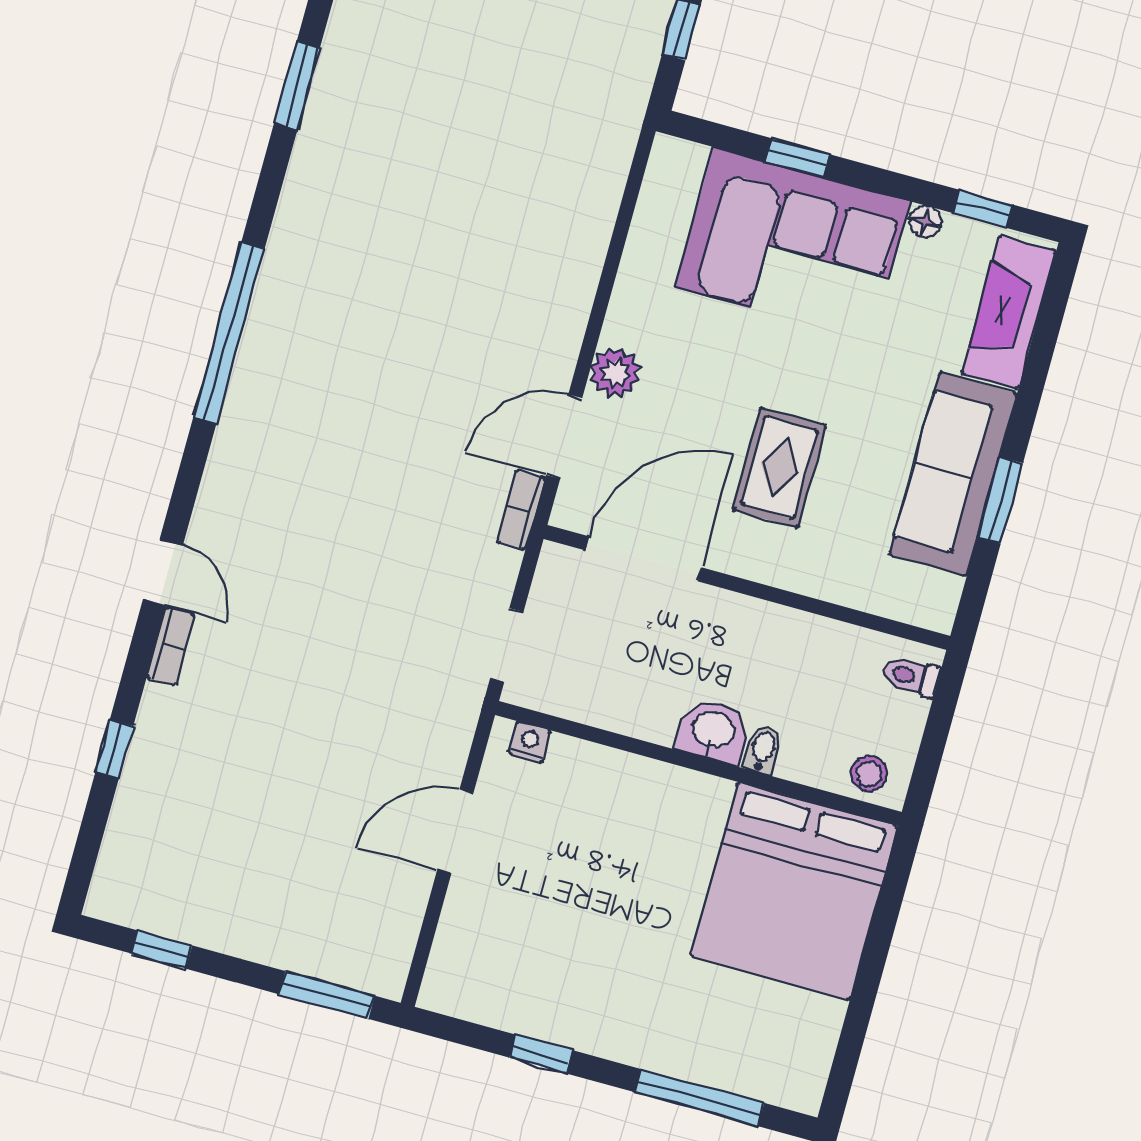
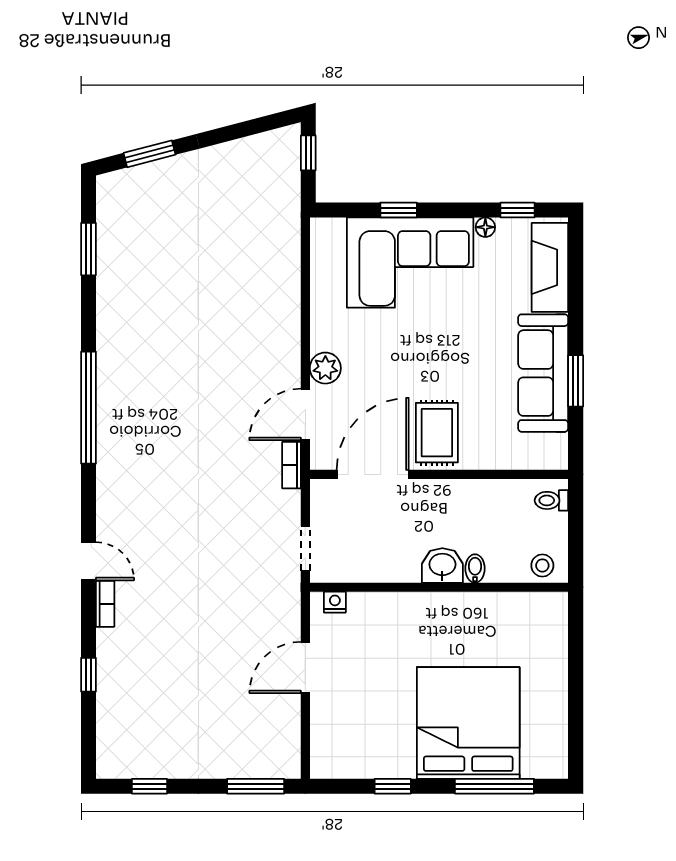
rug: (779, 468) -> (437, 433), moved
bed: (794, 891) -> (468, 723), moved, turned 180

